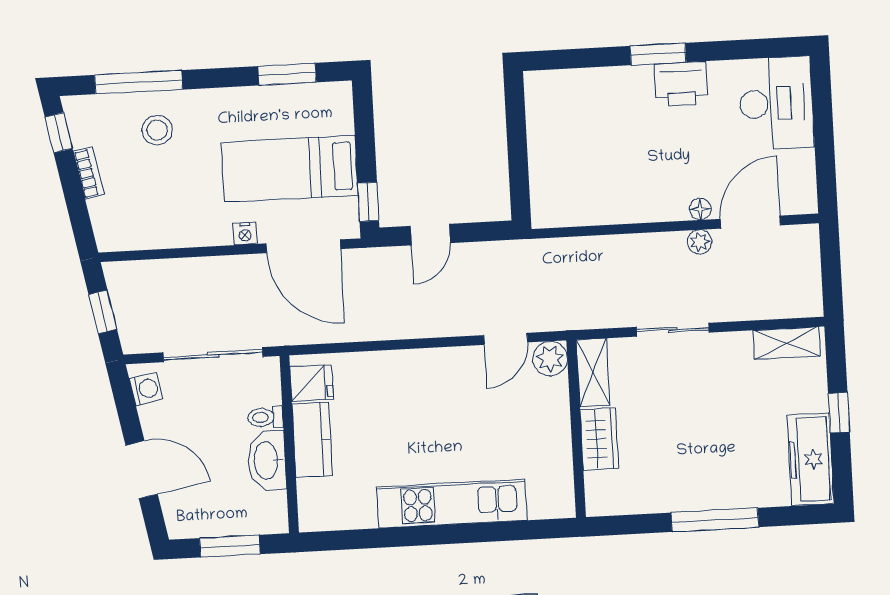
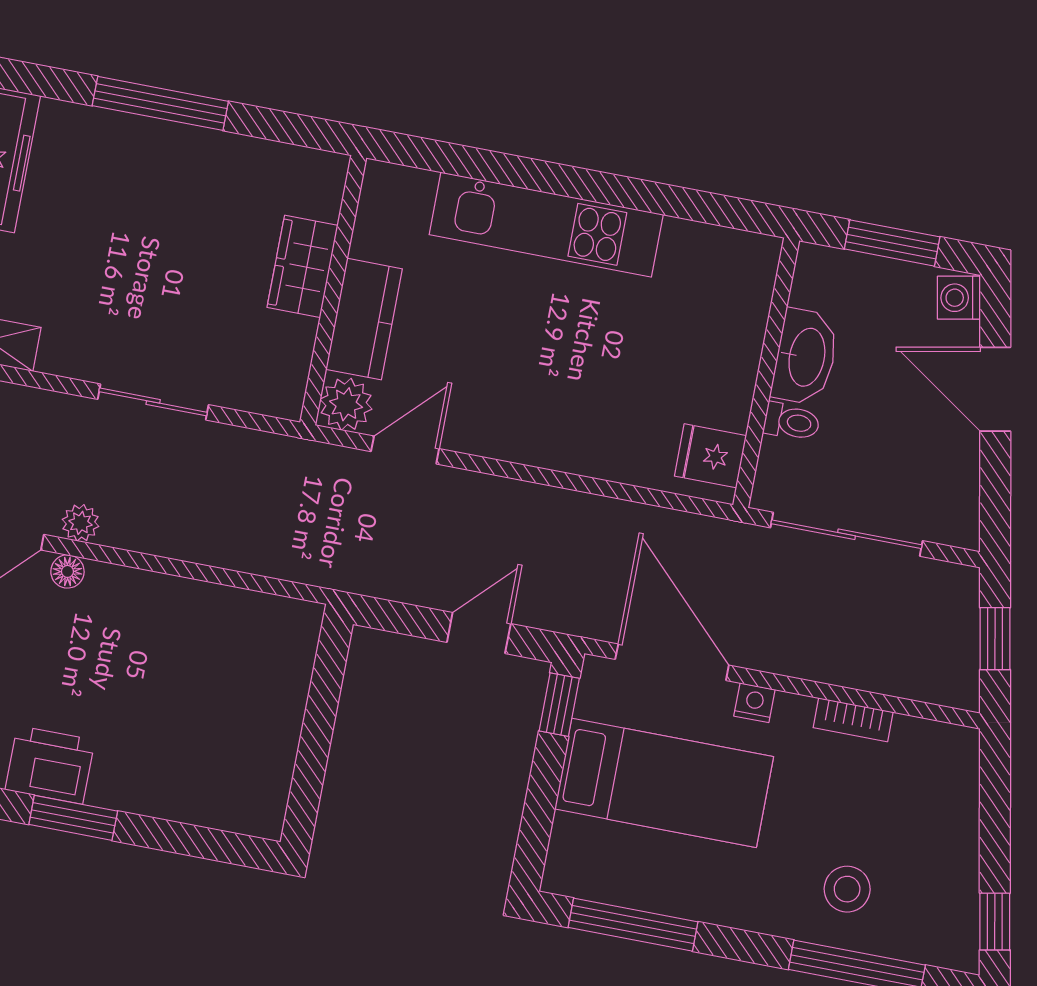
window: (287, 74) -> (633, 925), width x1.44
bookcase: (89, 173) -> (853, 720), moved, turned -79
shelving: (593, 372) -> (287, 368), removed
washing machine: (146, 389) -> (959, 298), moved
kitchen counter: (312, 440) -> (364, 319), moved, turned 180

